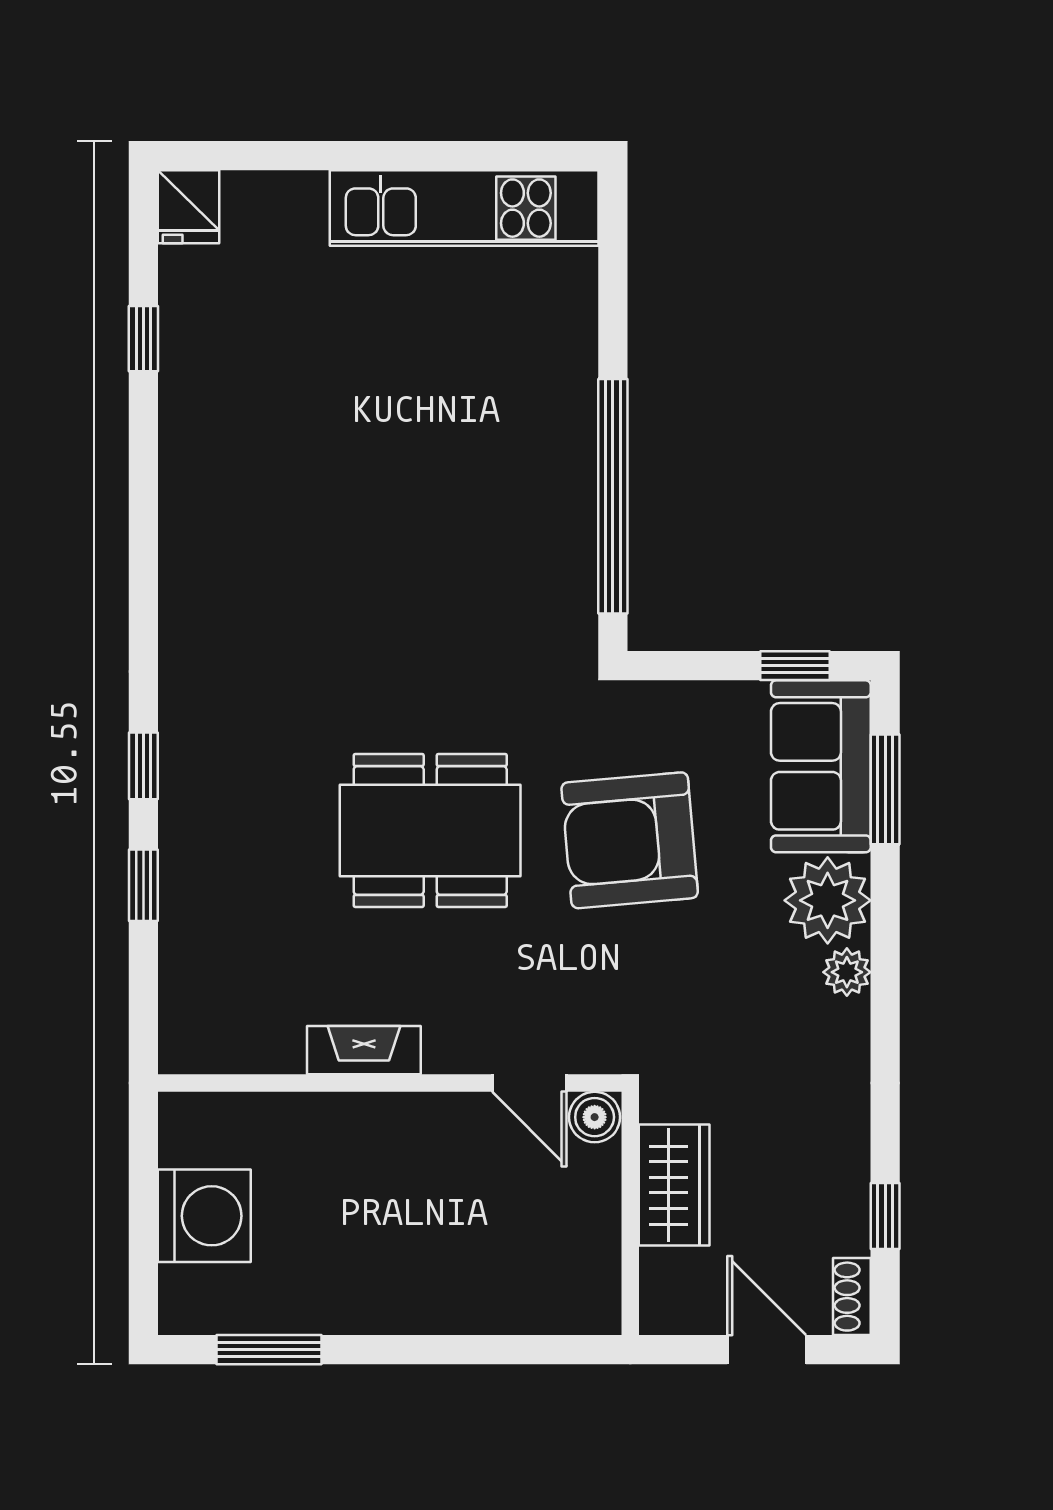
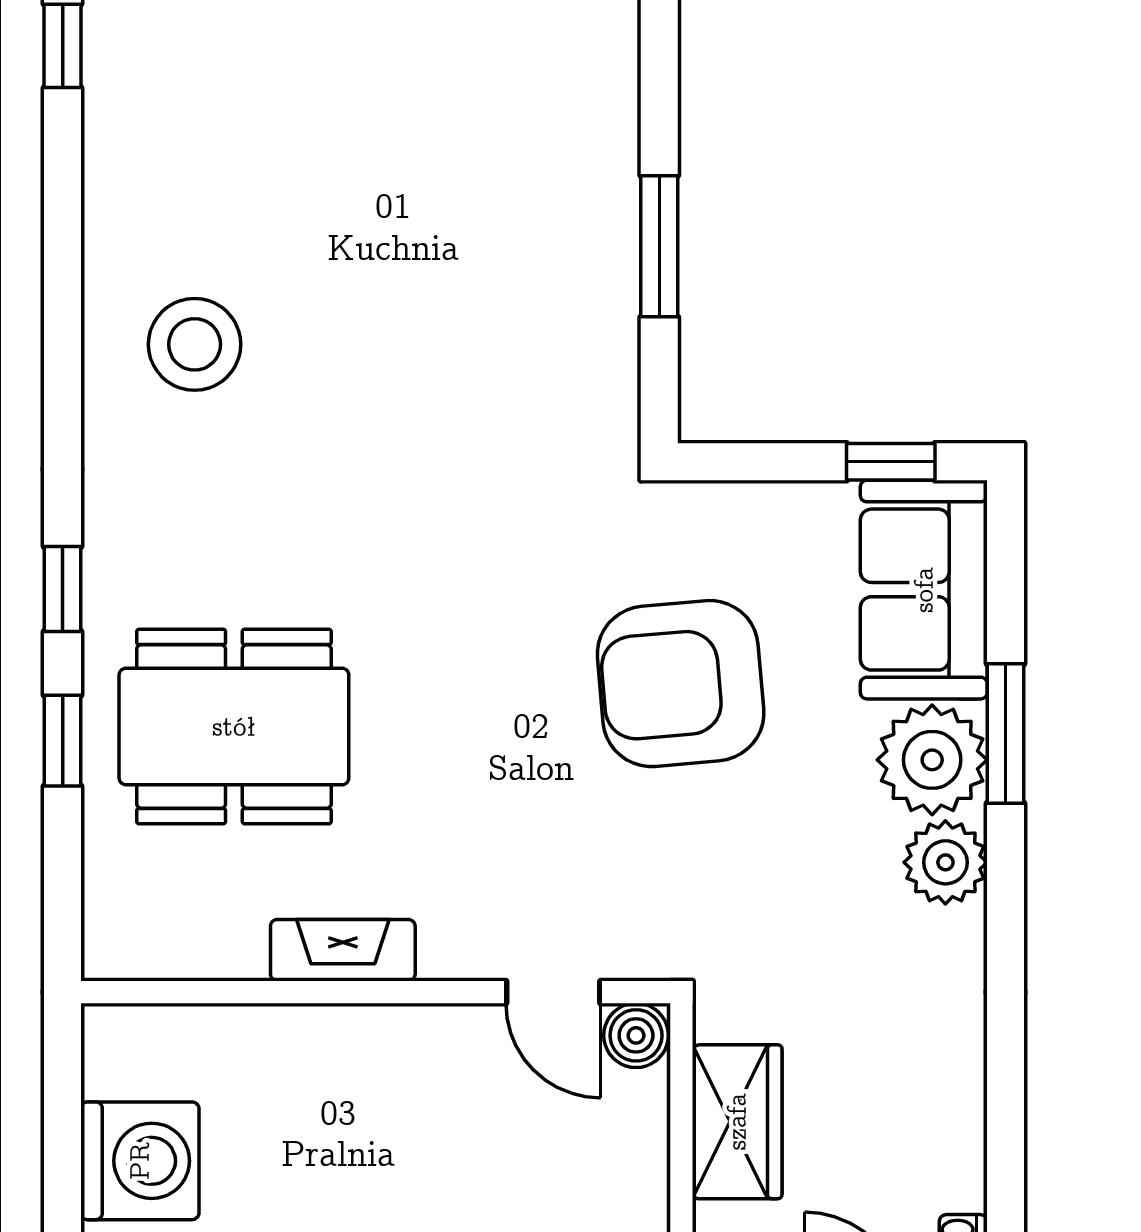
window: (613, 496) -> (659, 246), width x0.47
stool: (247, 573) -> (195, 344), added
window: (885, 789) -> (1006, 734), moved
dining table: (430, 830) -> (234, 727), moved
plant: (847, 972) -> (945, 862), width x1.38, depth x1.38
window: (885, 1216) -> (1006, 1161), removed

